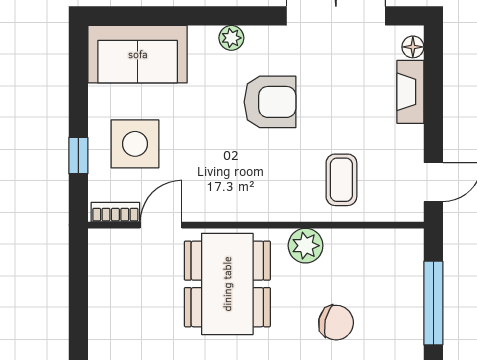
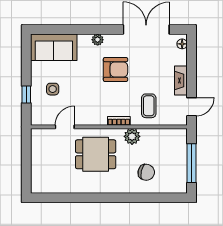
fireplace: (410, 92) -> (181, 81), moved
side table: (135, 144) -> (53, 89), width x0.54, depth x0.54
bookcase: (115, 212) -> (119, 121), moved
dining table: (227, 284) -> (96, 154), width x0.73

